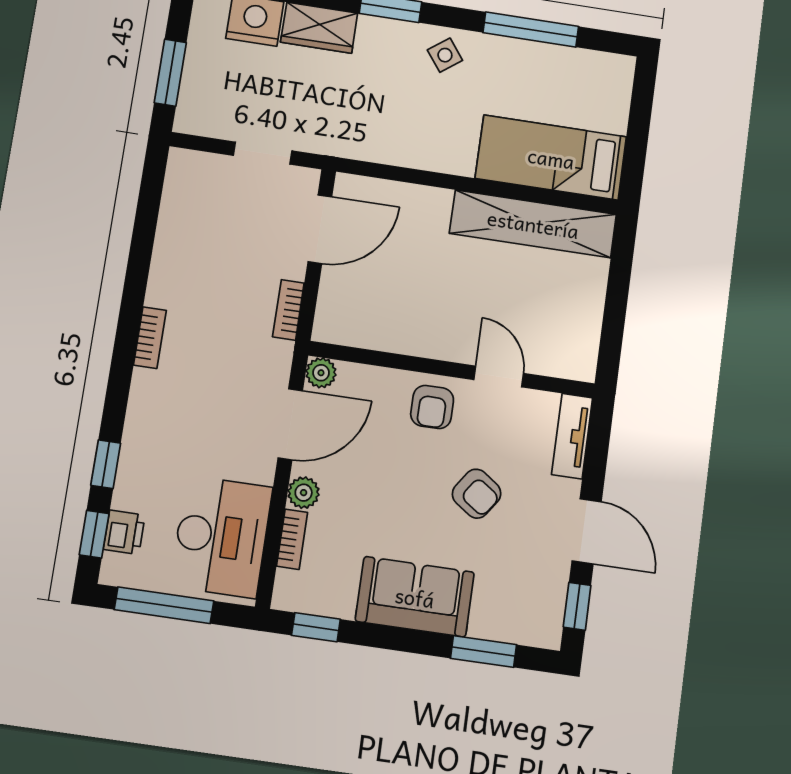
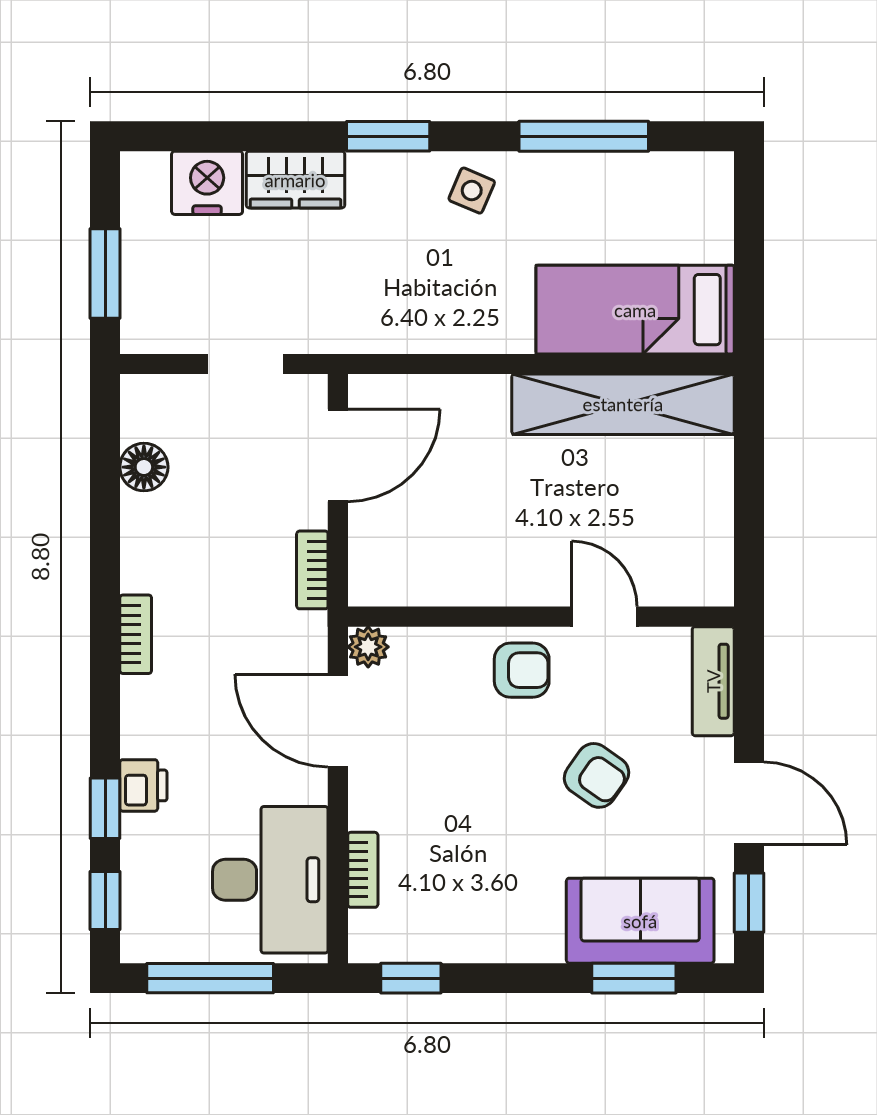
side table: (445, 55) -> (472, 191), turned -30
floor lamp: (176, 216) -> (144, 467), added
armchair: (432, 407) -> (522, 670), turned -90
door: (290, 424) -> (338, 721), swing flipped
plant: (304, 493) -> (369, 807), removed
printer: (124, 532) -> (143, 785), moved
sofa: (415, 597) -> (640, 921), moved

